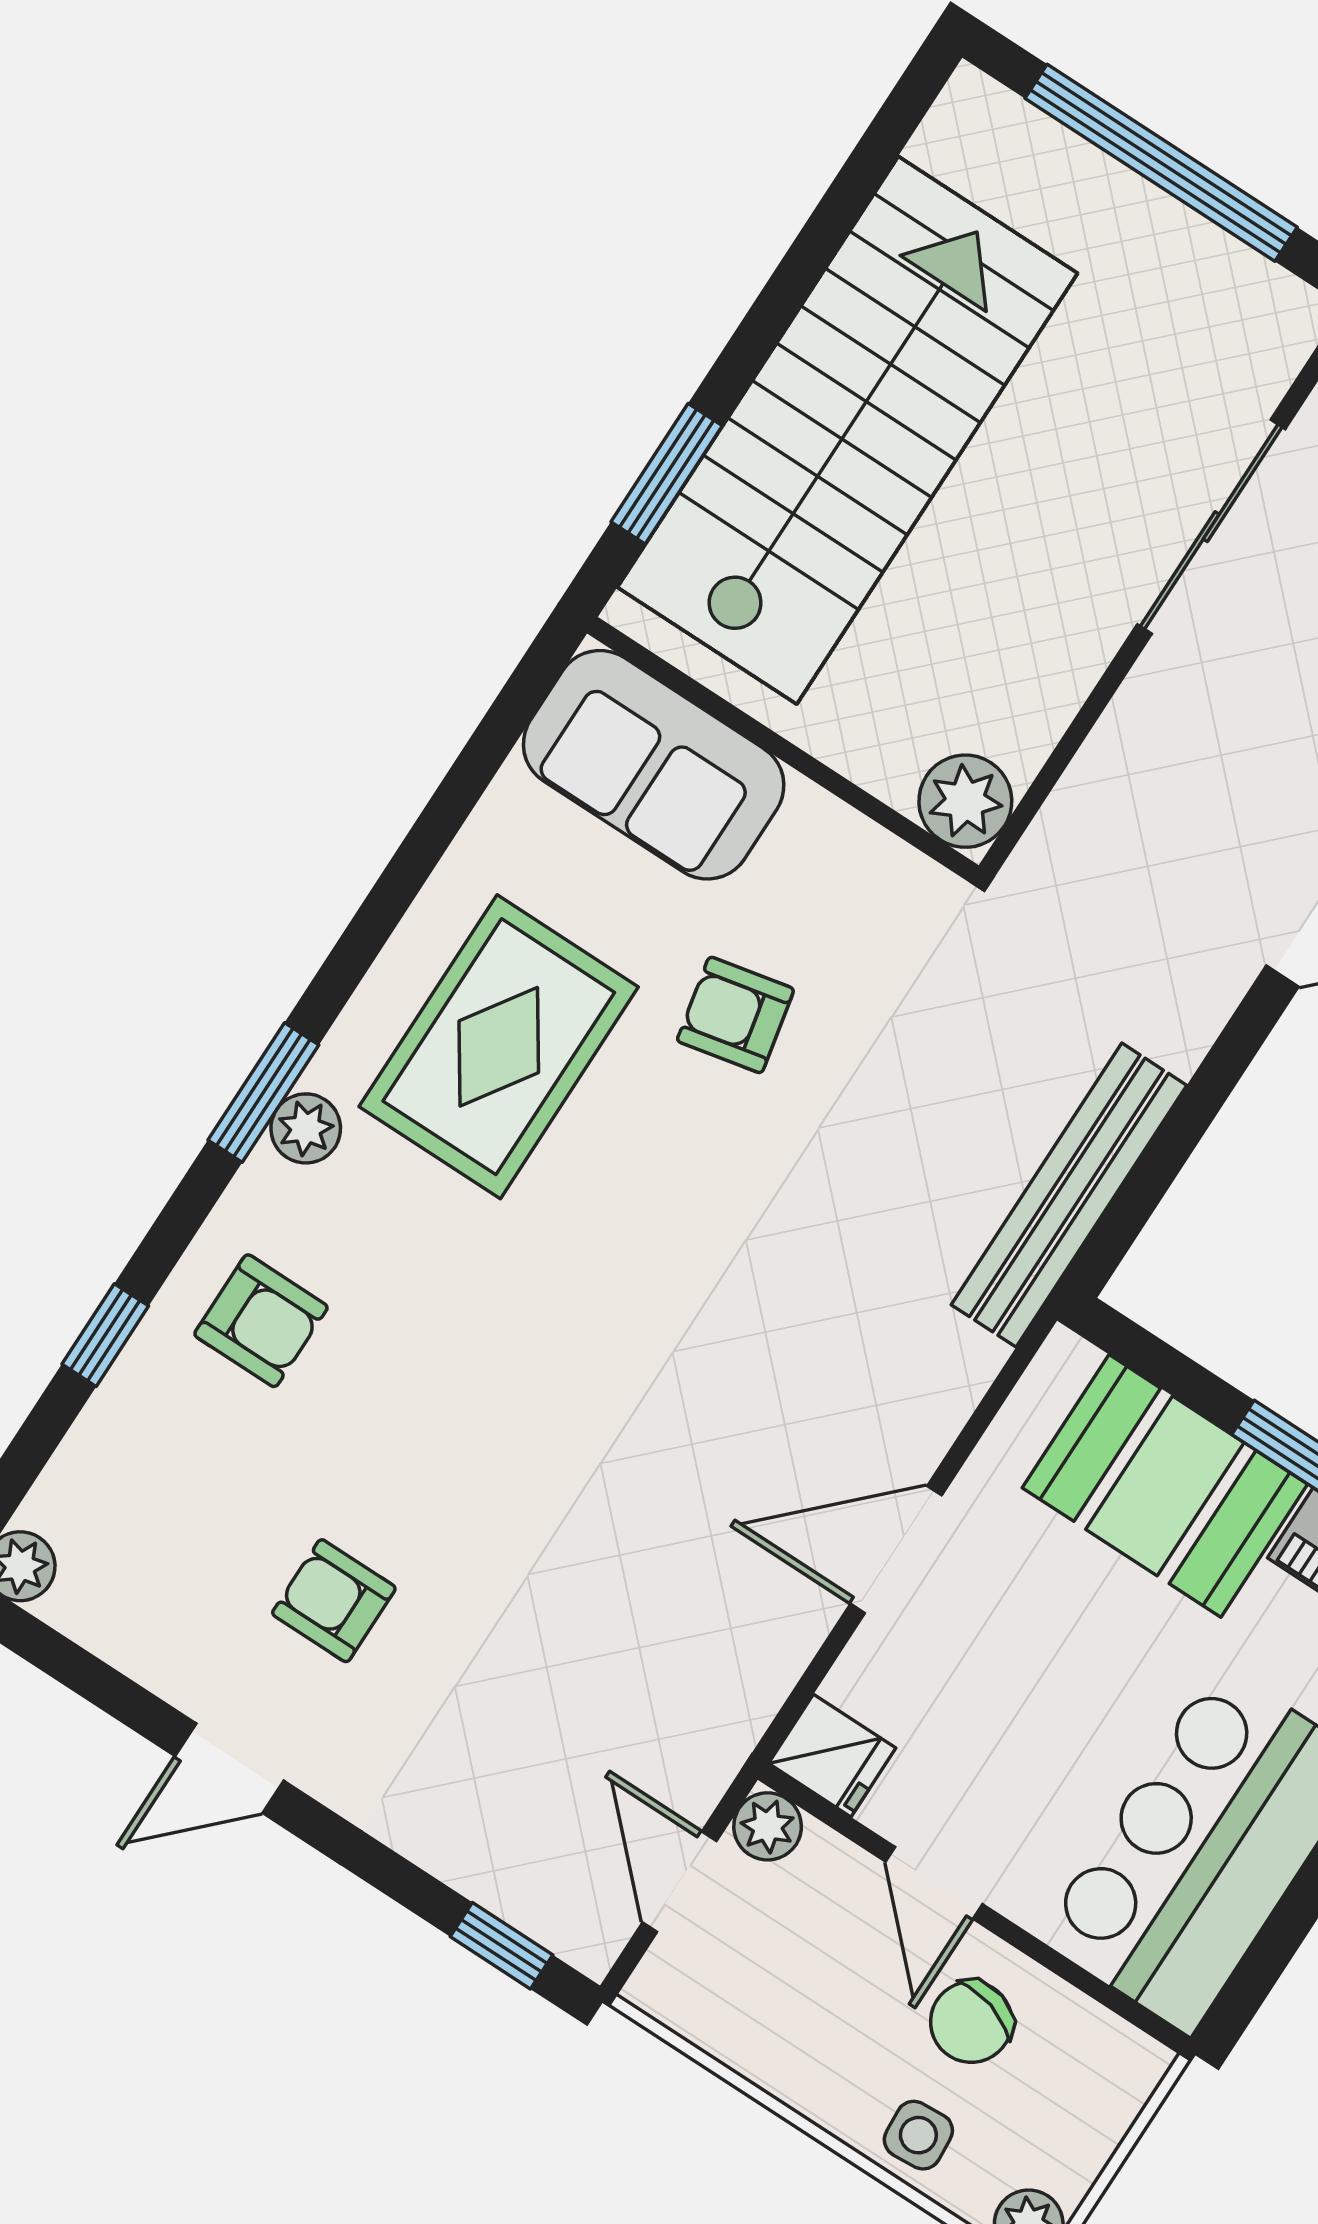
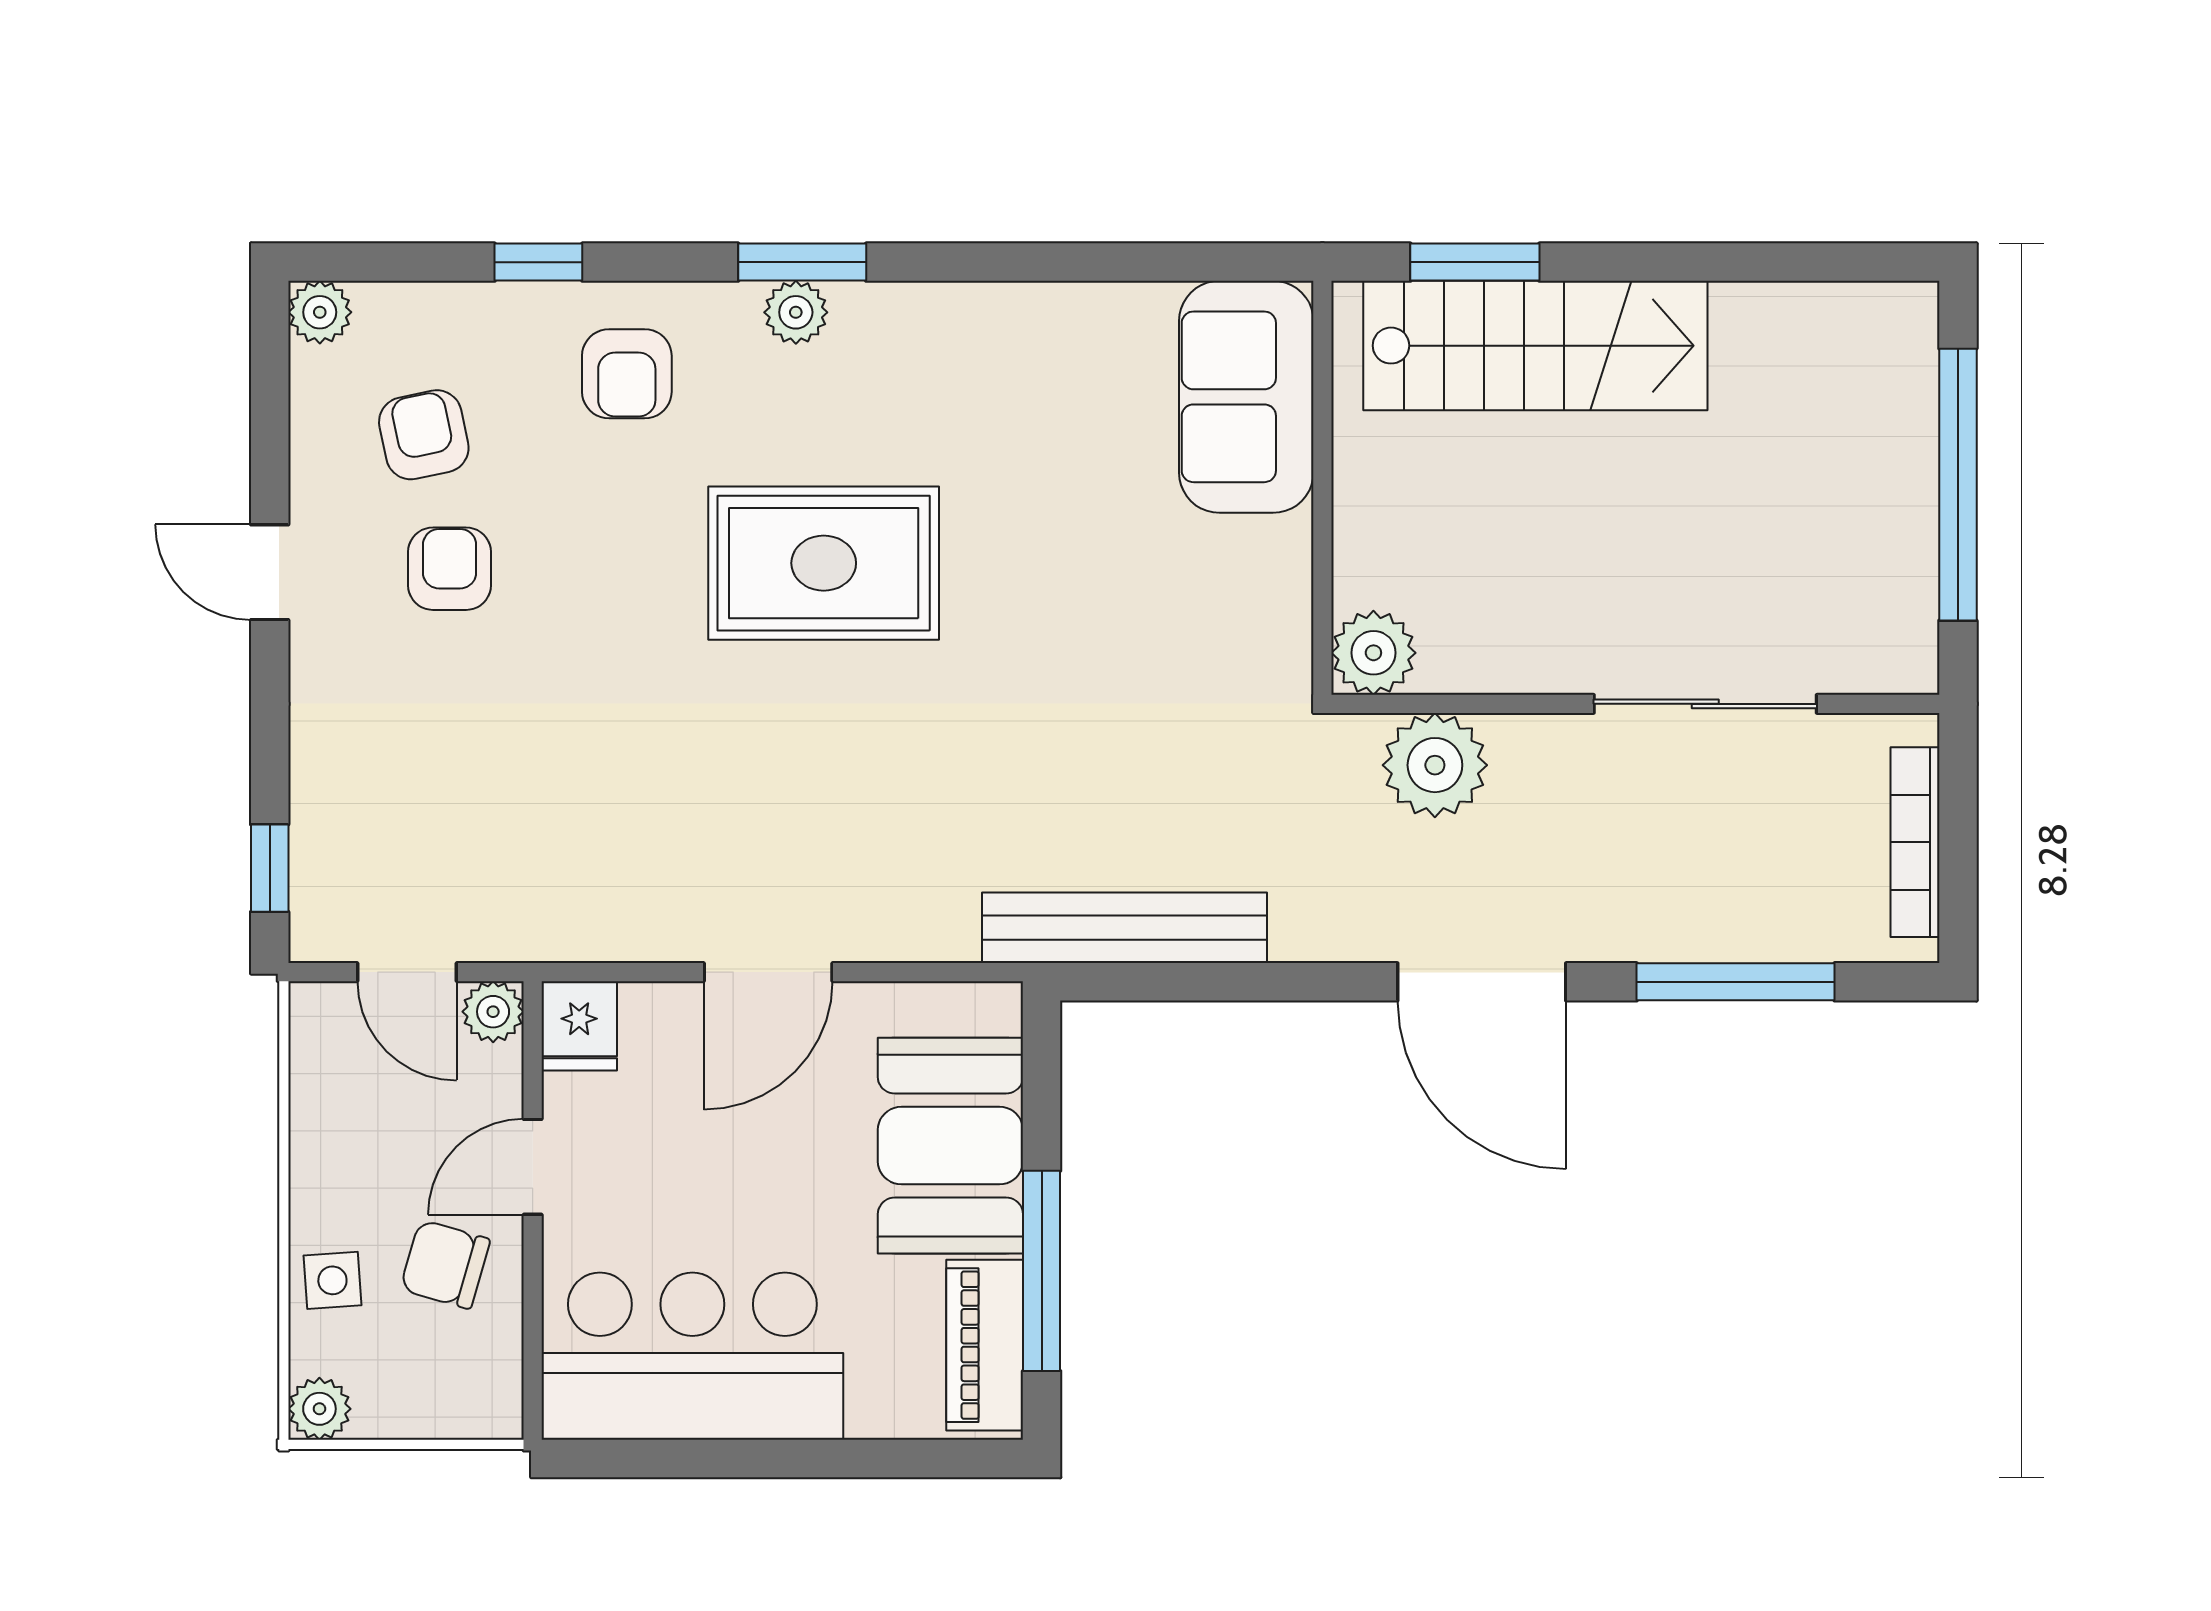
stairs: (847, 430) -> (1535, 346), width x0.73, depth x0.66
plant: (1105, 812) -> (1435, 765), added
armchair: (735, 1015) -> (424, 435), moved
rug: (499, 1047) -> (824, 563), moved
door: (896, 1550) -> (768, 972), swing flipped
door: (679, 1882) -> (407, 972), swing flipped

